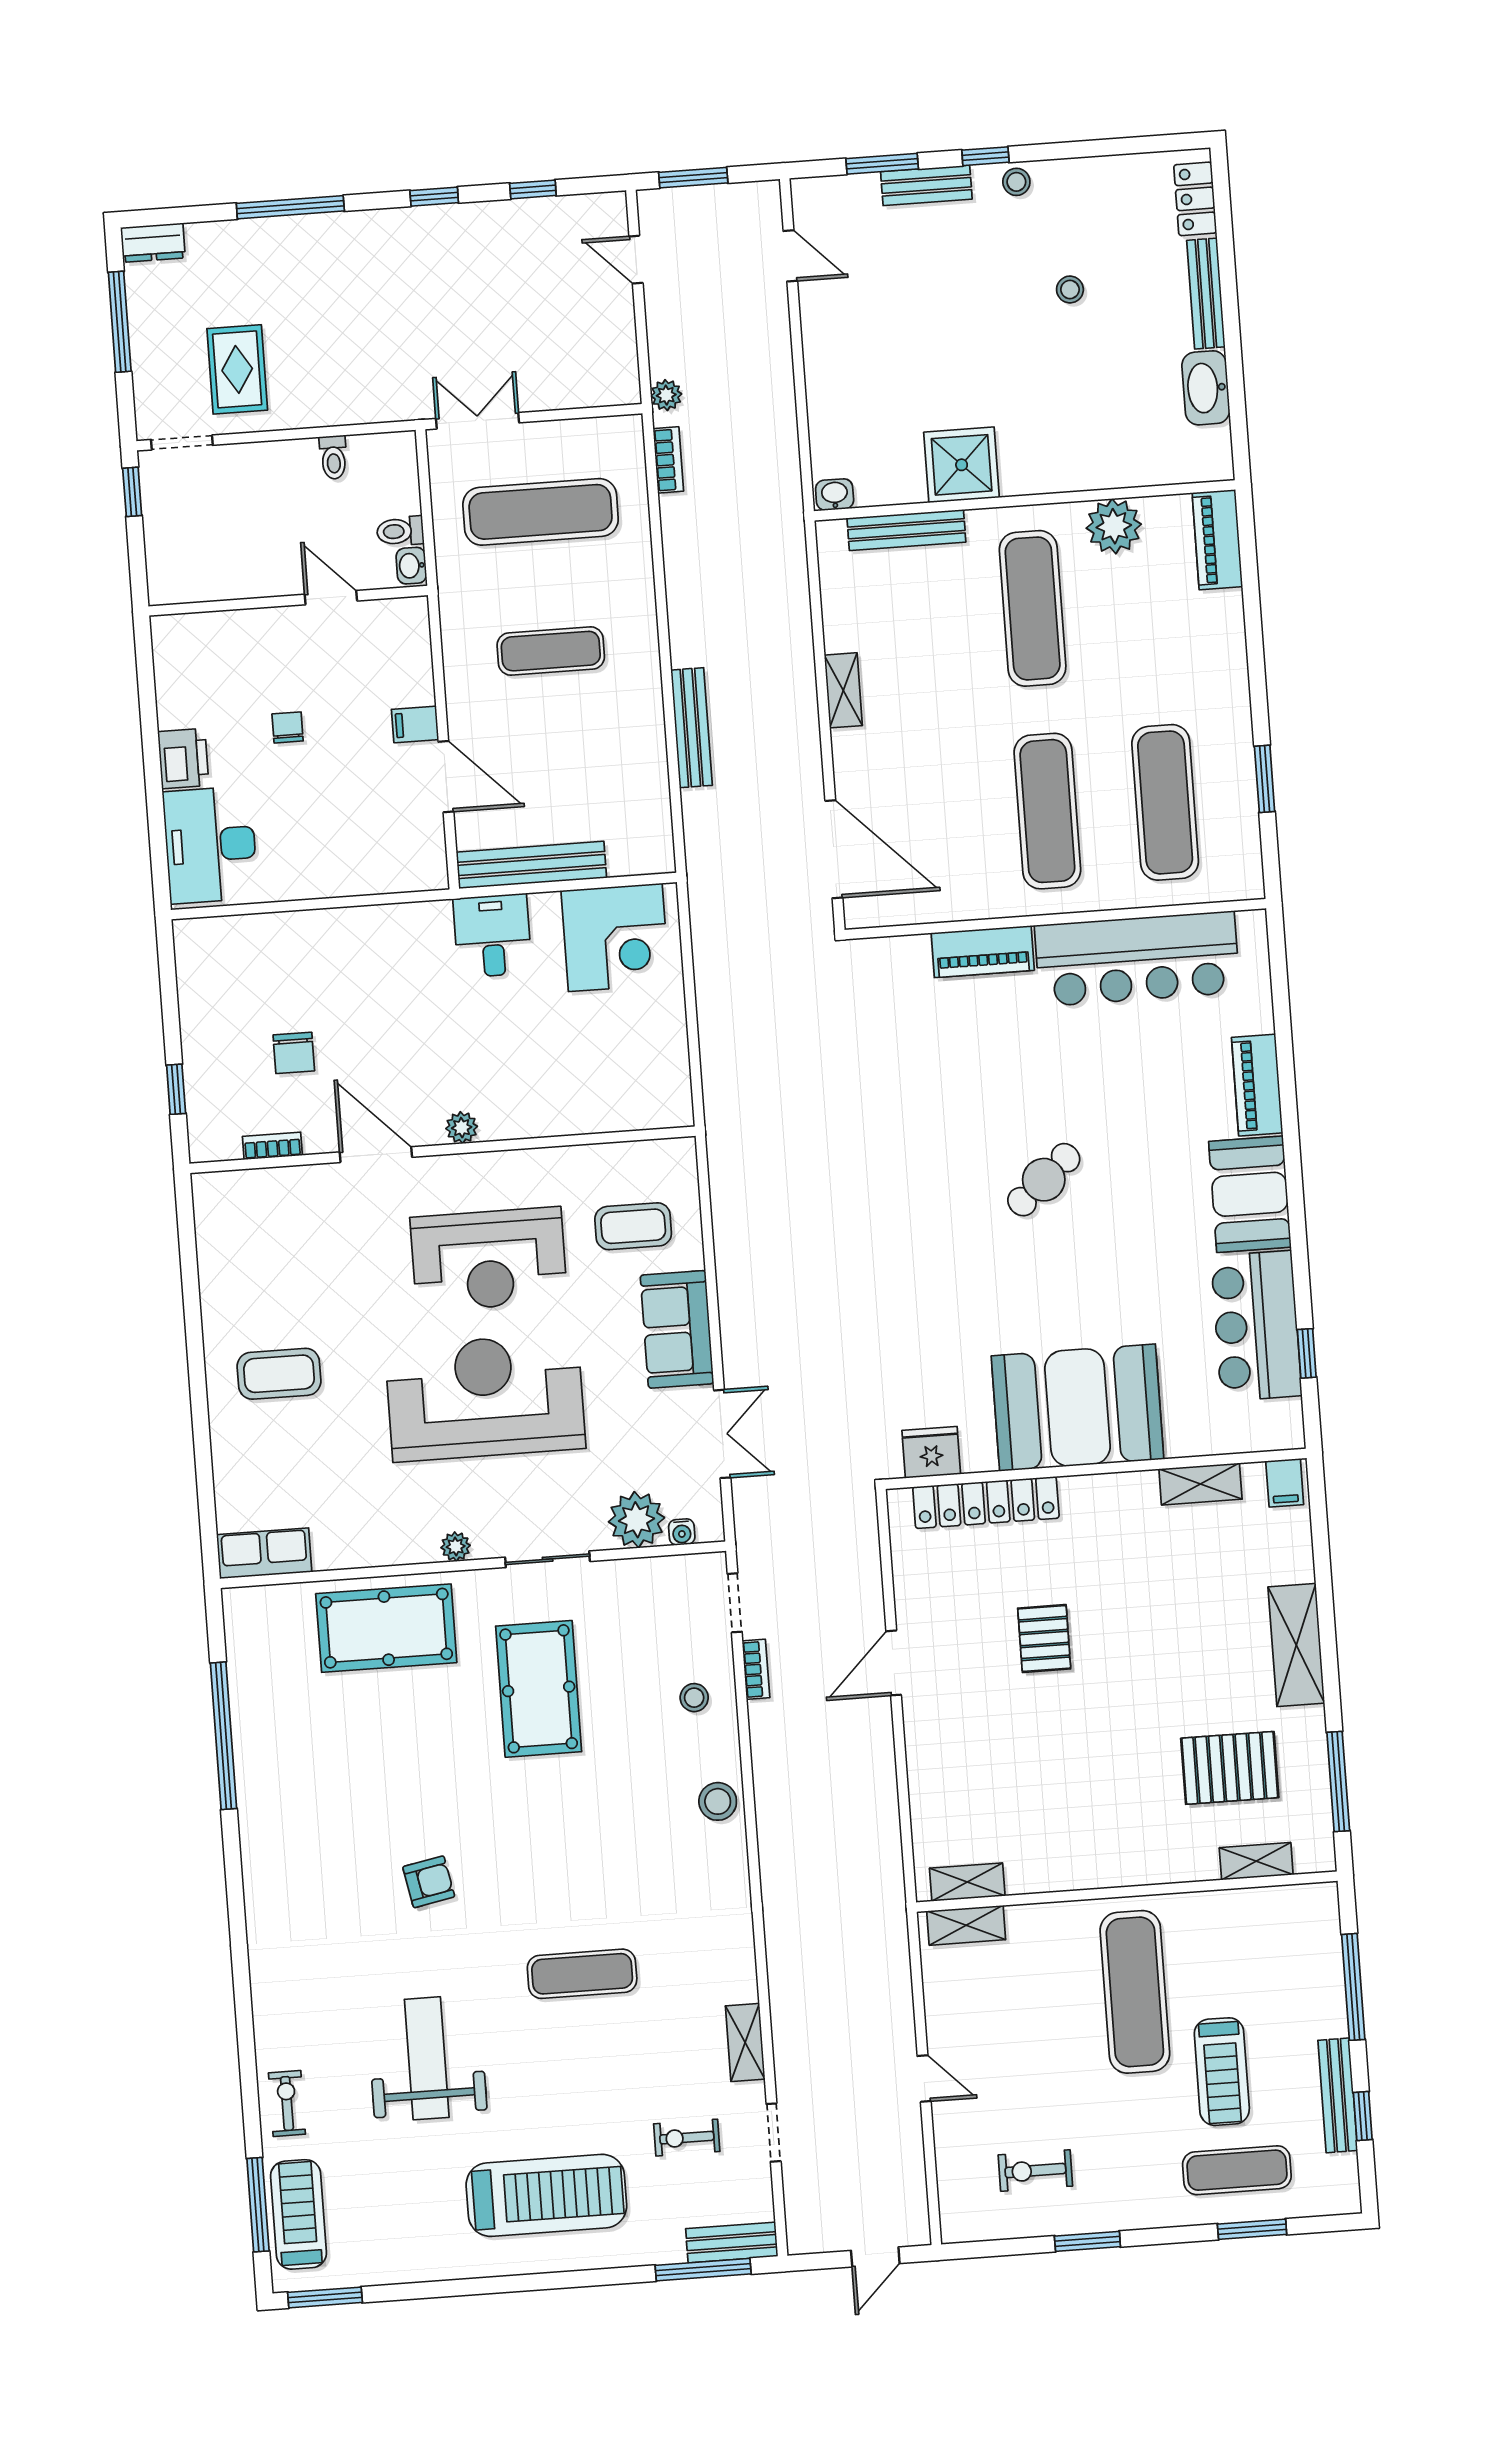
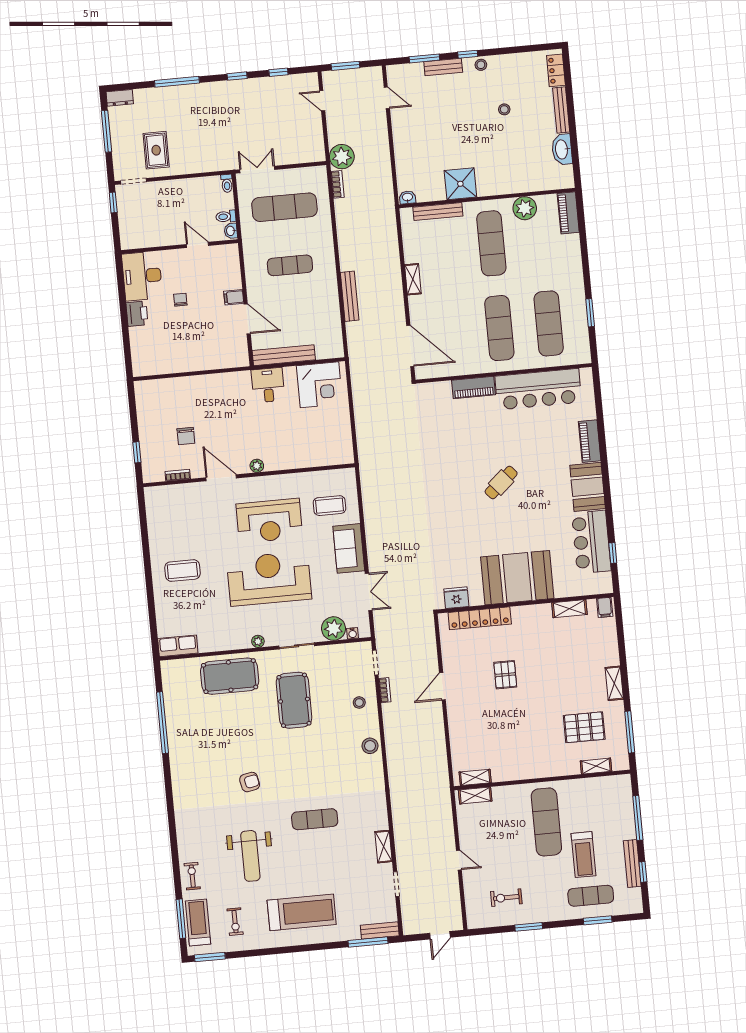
plant: (666, 395) -> (342, 157), width x1.87, depth x1.87
toilet: (333, 457) -> (227, 183), moved
desk: (210, 845) -> (142, 276), moved
shelving: (1296, 1645) -> (614, 683), width x0.67, depth x0.75
weight bench: (427, 2058) -> (250, 856), turned 180
exercise bike: (687, 2138) -> (235, 922), moved, turned -90

